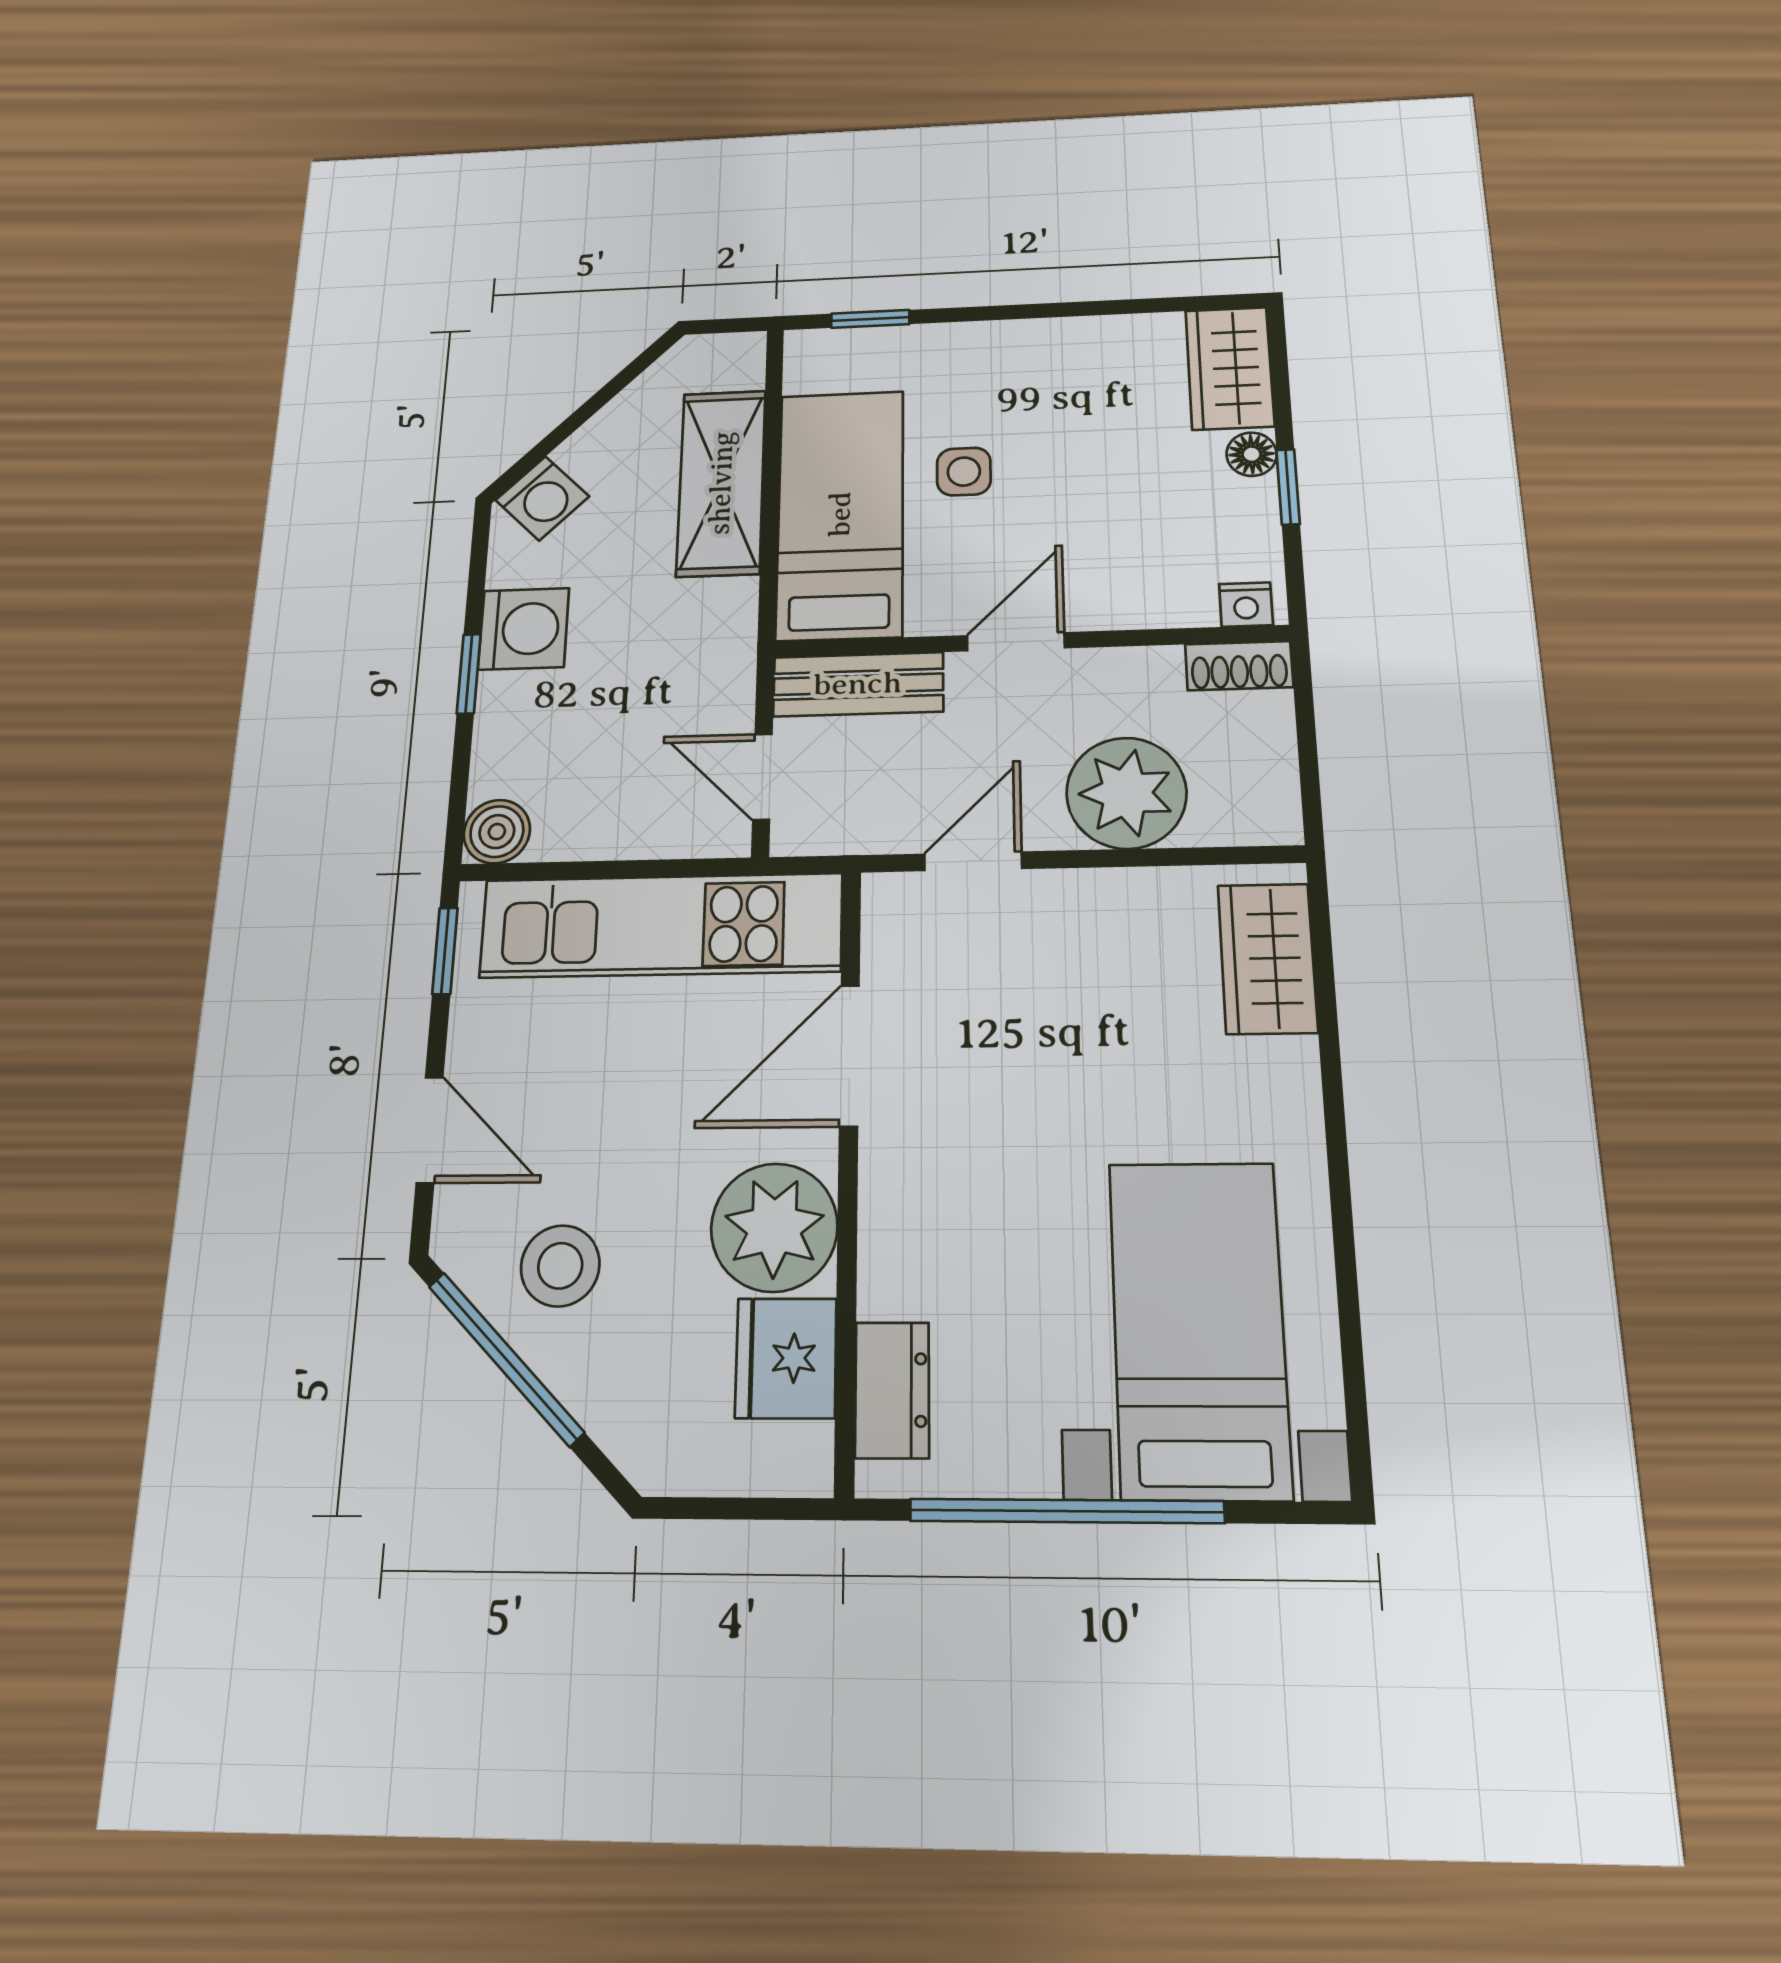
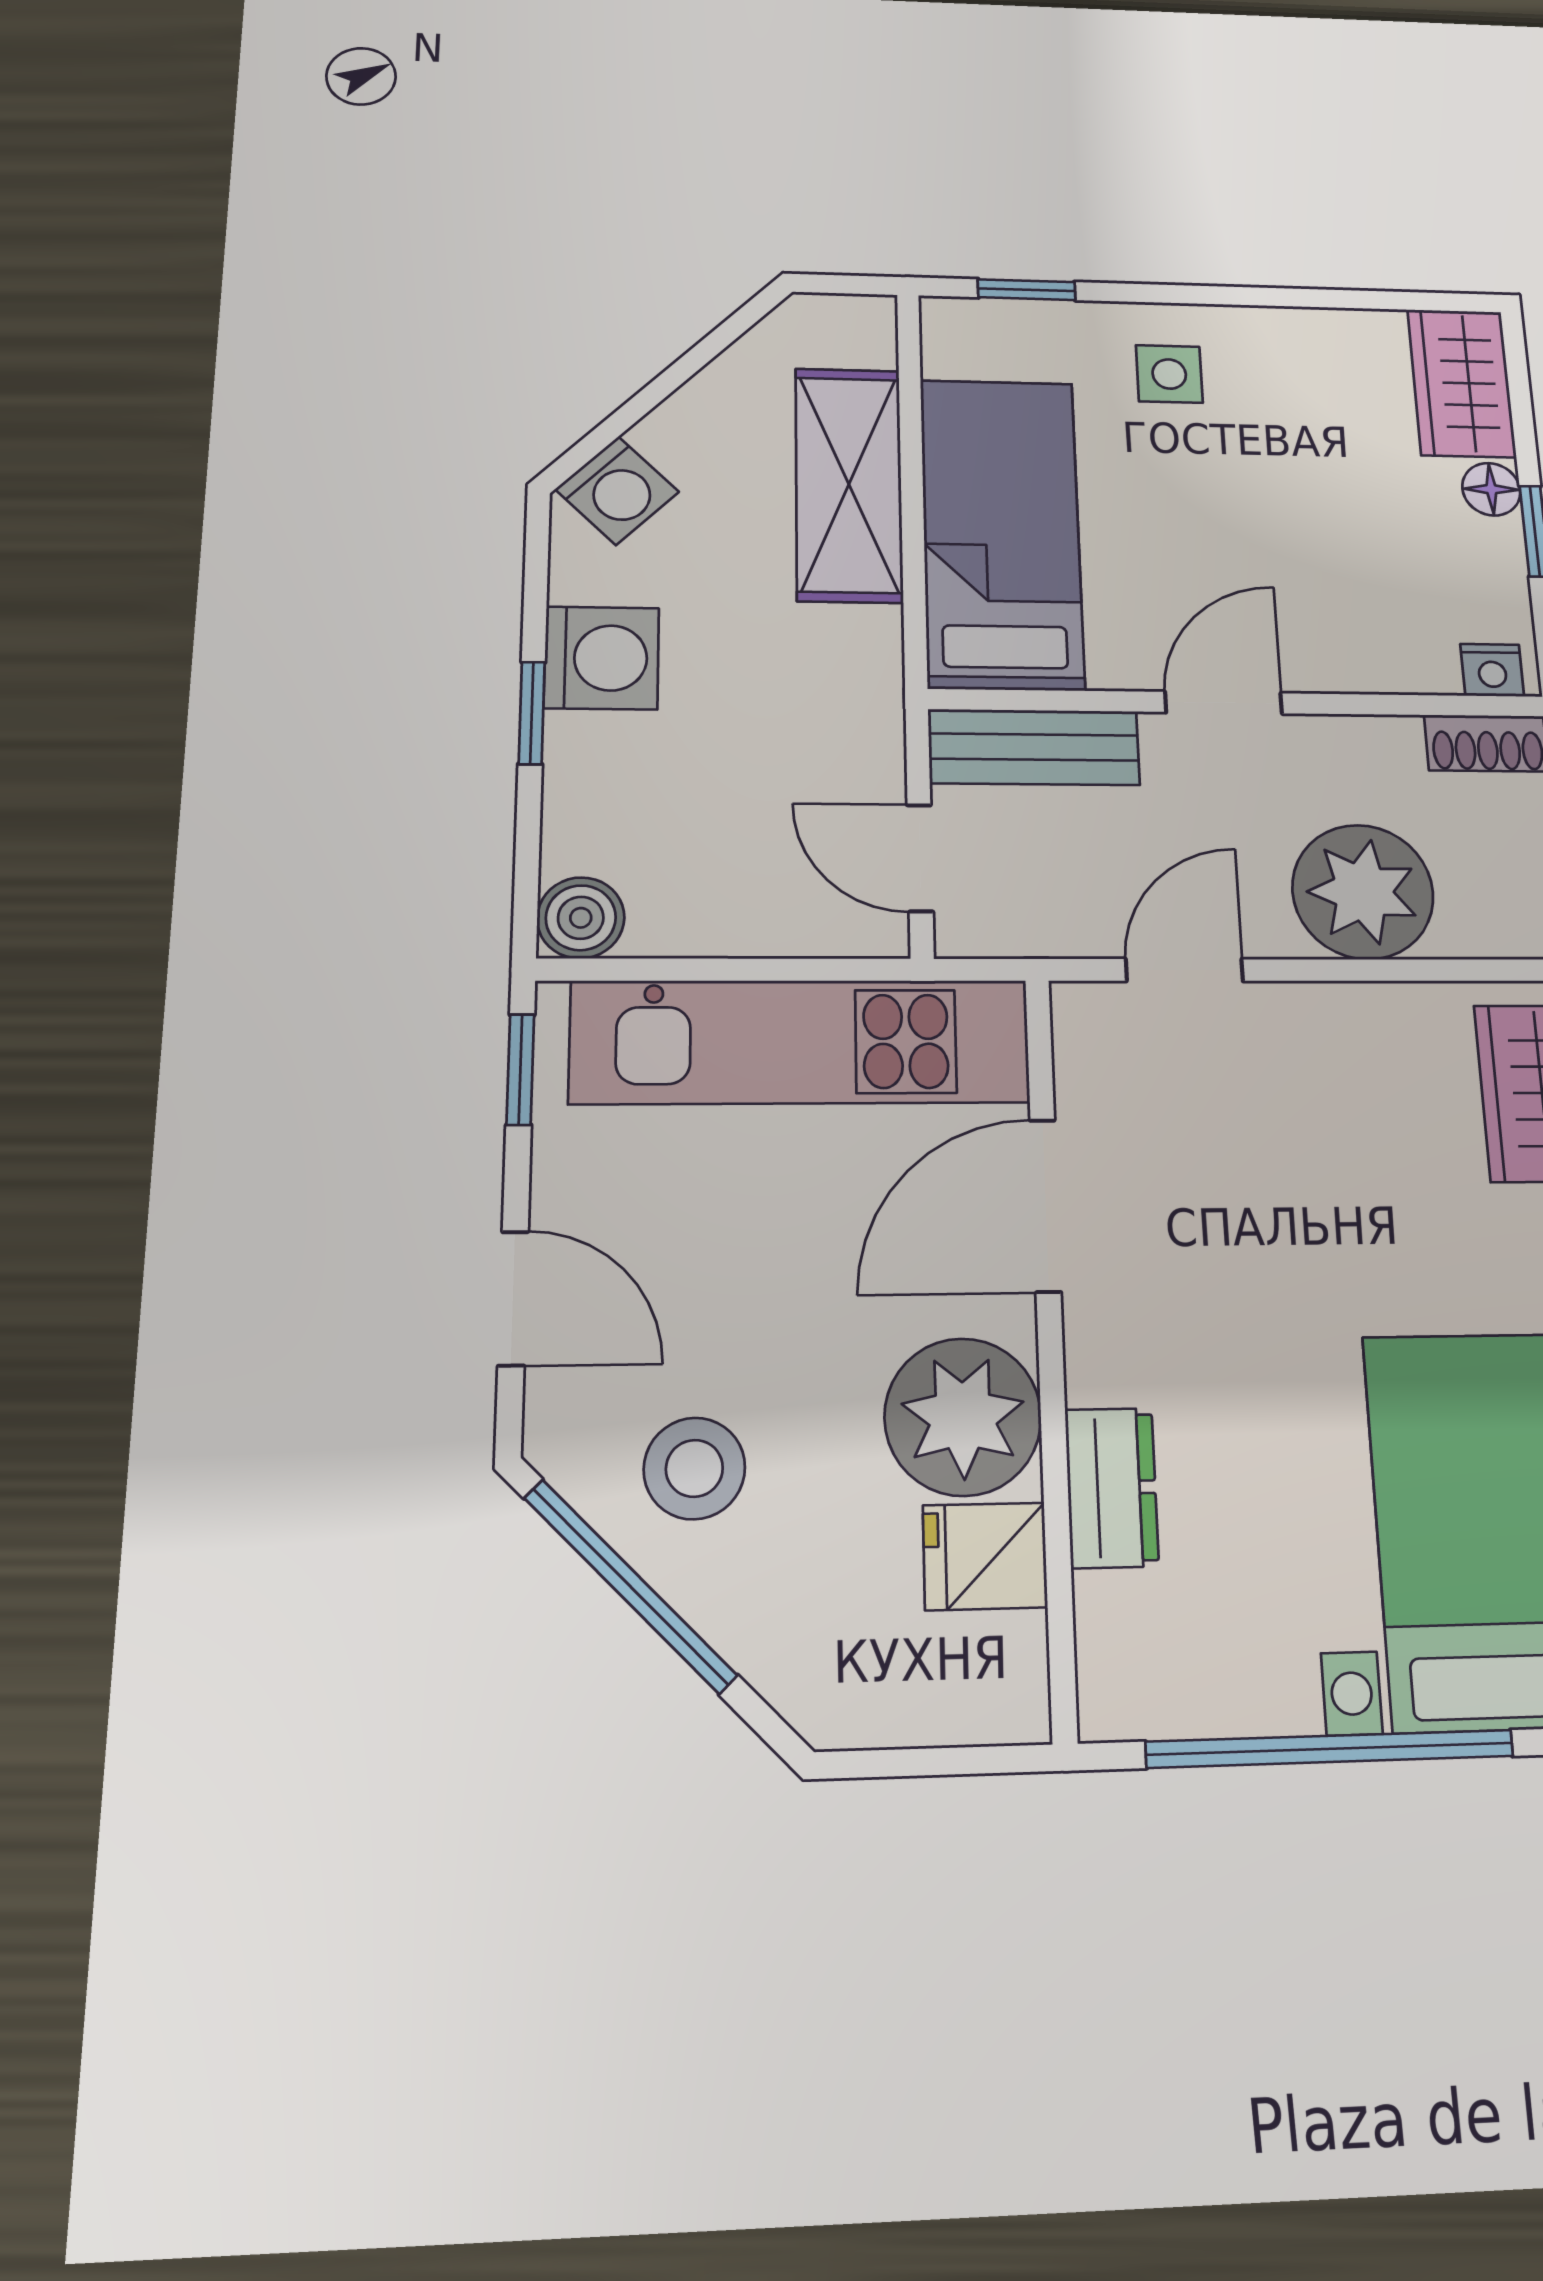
side table: (964, 472) -> (1169, 374), moved
fridge: (786, 1358) -> (985, 1556), width x0.72
dresser: (892, 1390) -> (1112, 1488), moved

